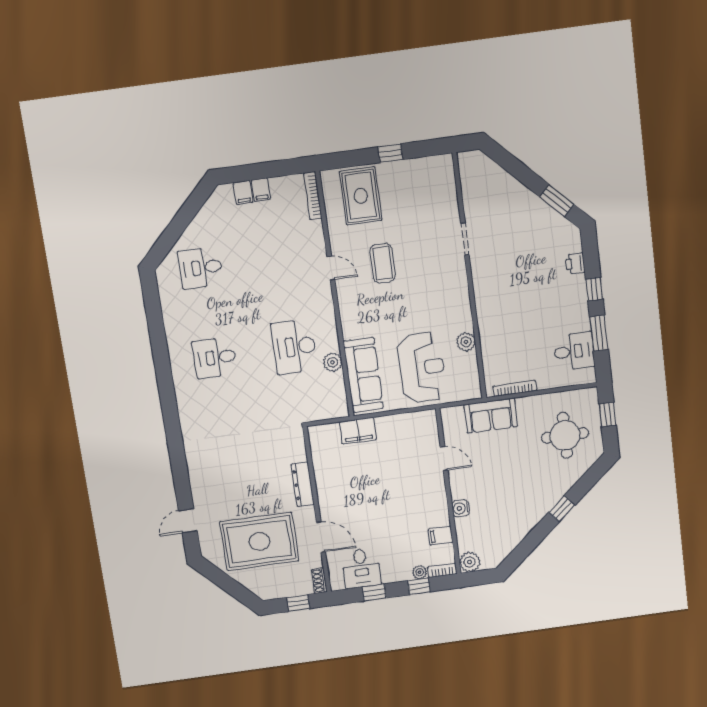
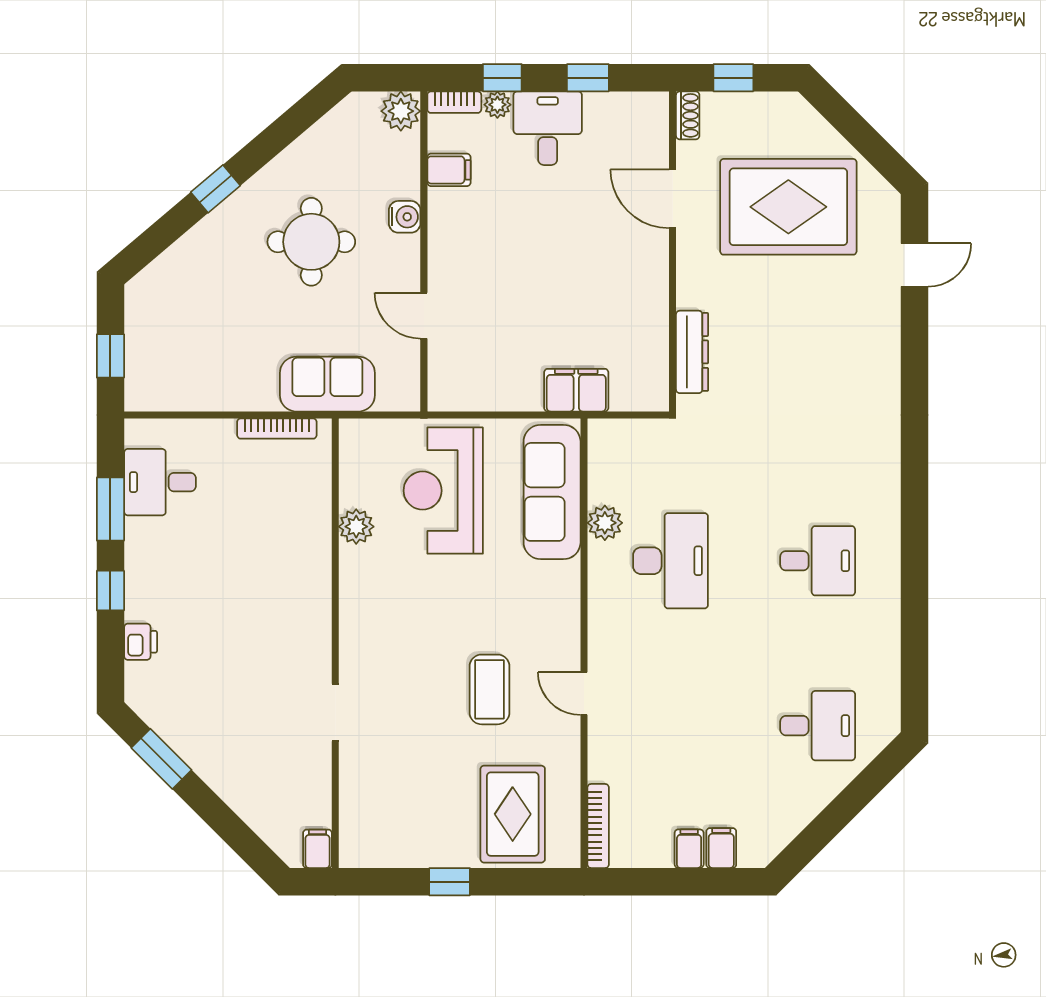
filing cabinet: (465, 162) -> (317, 849), added
round table: (565, 435) -> (311, 242), moved
dresser: (303, 484) -> (692, 352), moved
desk: (361, 568) -> (548, 128), moved

